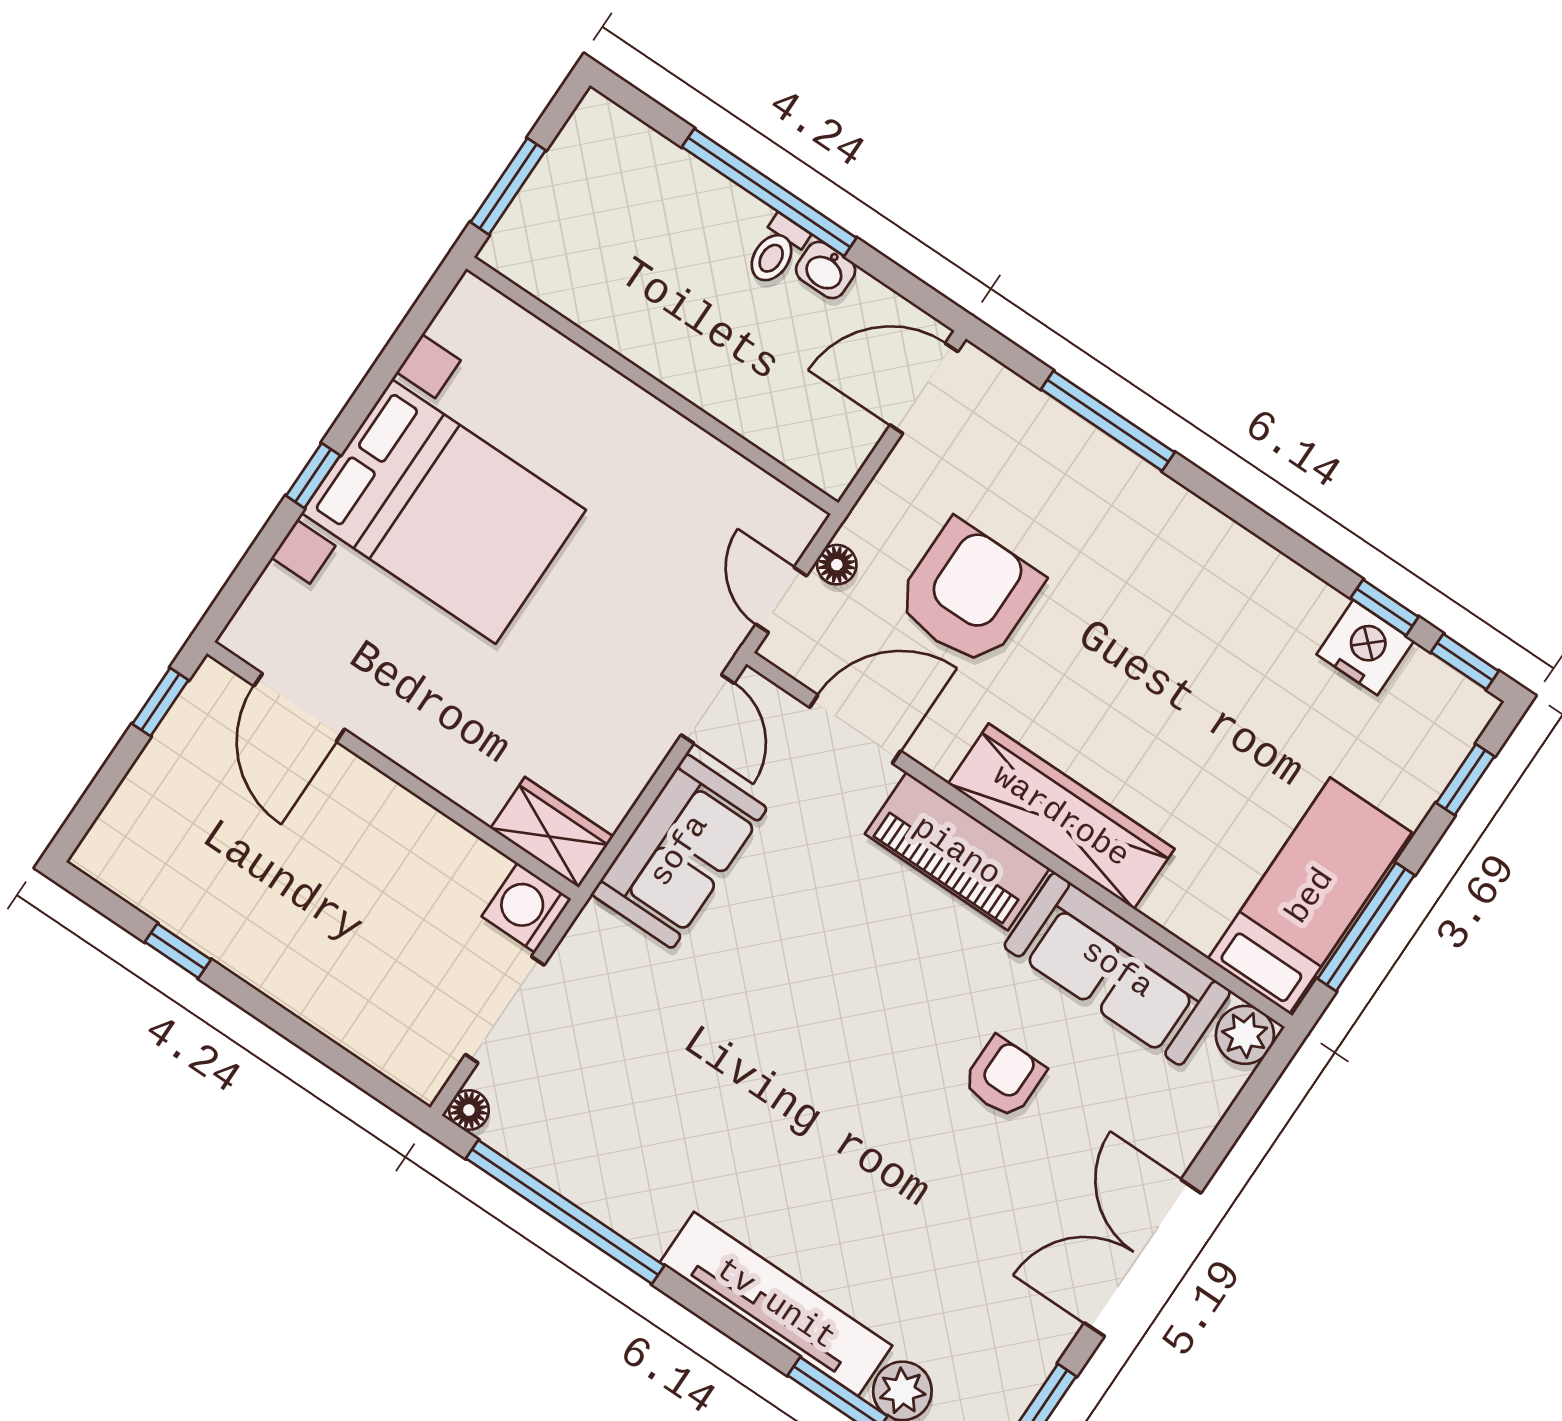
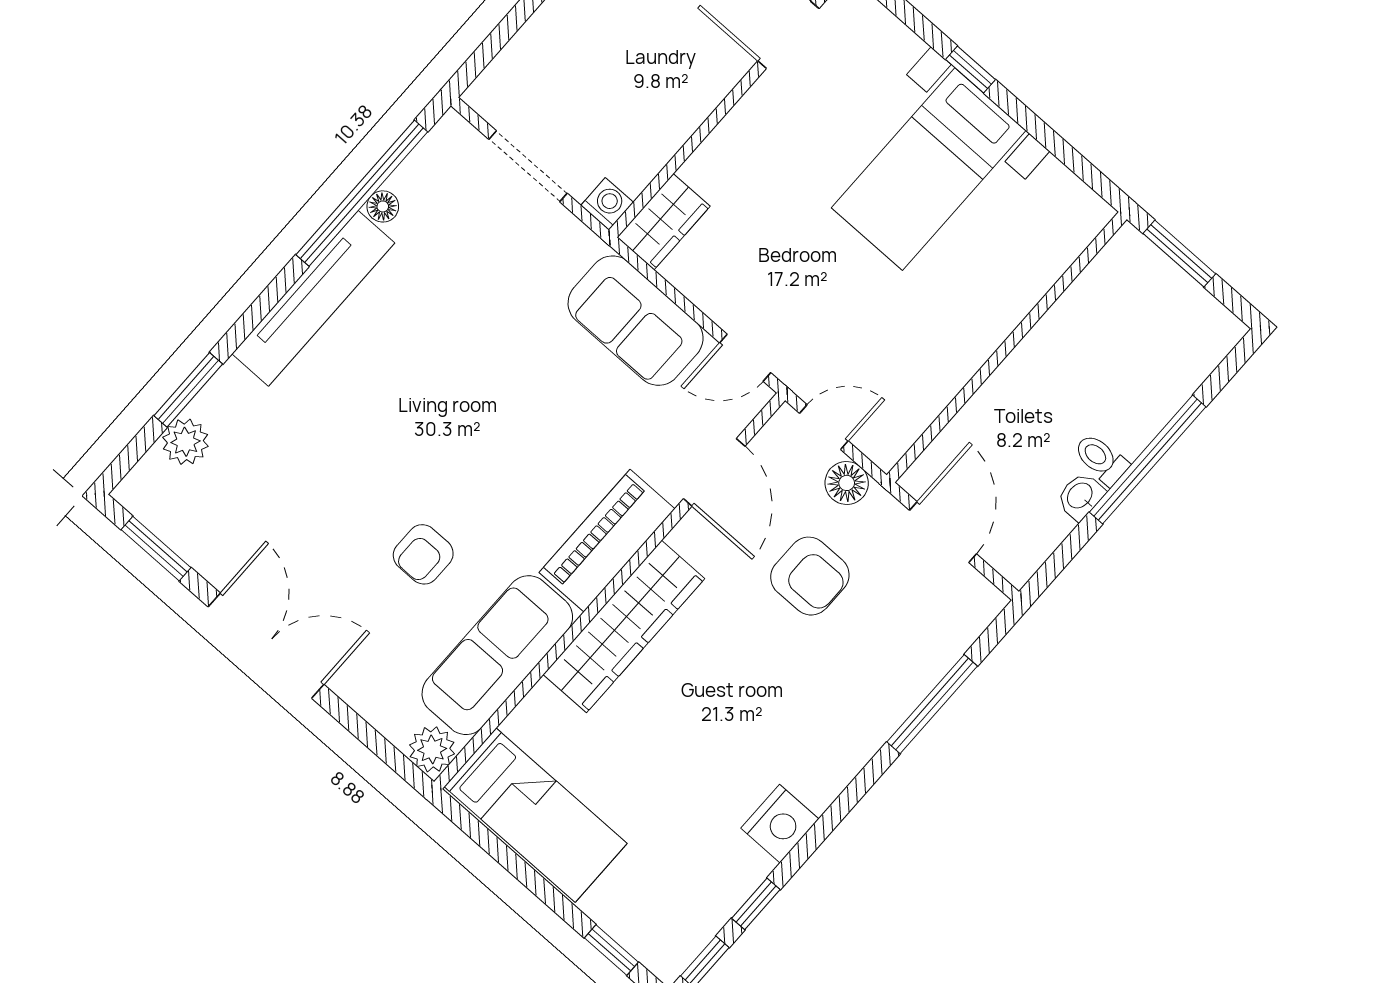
door: (924, 388) -> (943, 532), moved
bed with nightstands: (444, 511) -> (929, 169), width x0.73
floor lamp: (837, 565) -> (847, 483), width x1.37, depth x1.37
armchair: (968, 593) -> (810, 576), width x0.73, depth x0.73
nightstand: (1365, 648) -> (780, 824), moved
washing machine: (526, 908) -> (607, 204), width x0.73, depth x0.73
window: (1366, 927) -> (505, 856), removed
armchair: (1004, 1077) -> (423, 554), turned 90
floor lamp: (469, 1110) -> (383, 206), moved
tv unit: (776, 1304) -> (313, 298), moved

